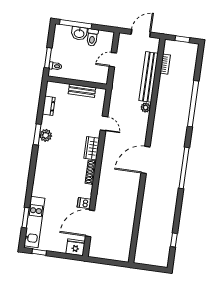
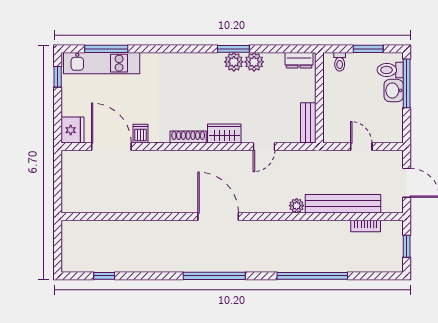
toilet: (92, 37) -> (390, 70), moved
window: (48, 58) -> (368, 49), moved
bench: (82, 91) -> (308, 123), moved
dresser: (49, 106) -> (299, 60), moved
plant: (48, 122) -> (254, 62), added
window: (25, 218) -> (106, 49), width x1.44

